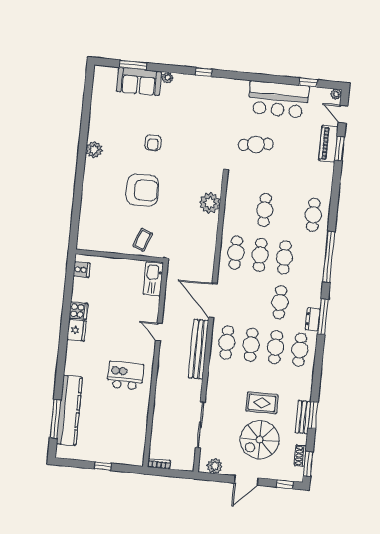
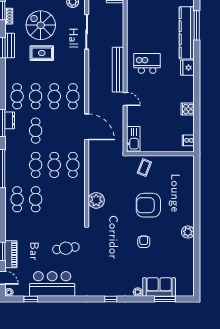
cafe table: (265, 210) -> (36, 199), moved
fridge: (77, 330) -> (187, 68), moved
bench: (198, 349) -> (118, 70), moved
kitchen island: (125, 376) -> (147, 63), turned 180
spiral stairs: (260, 440) -> (41, 25), turned -90

